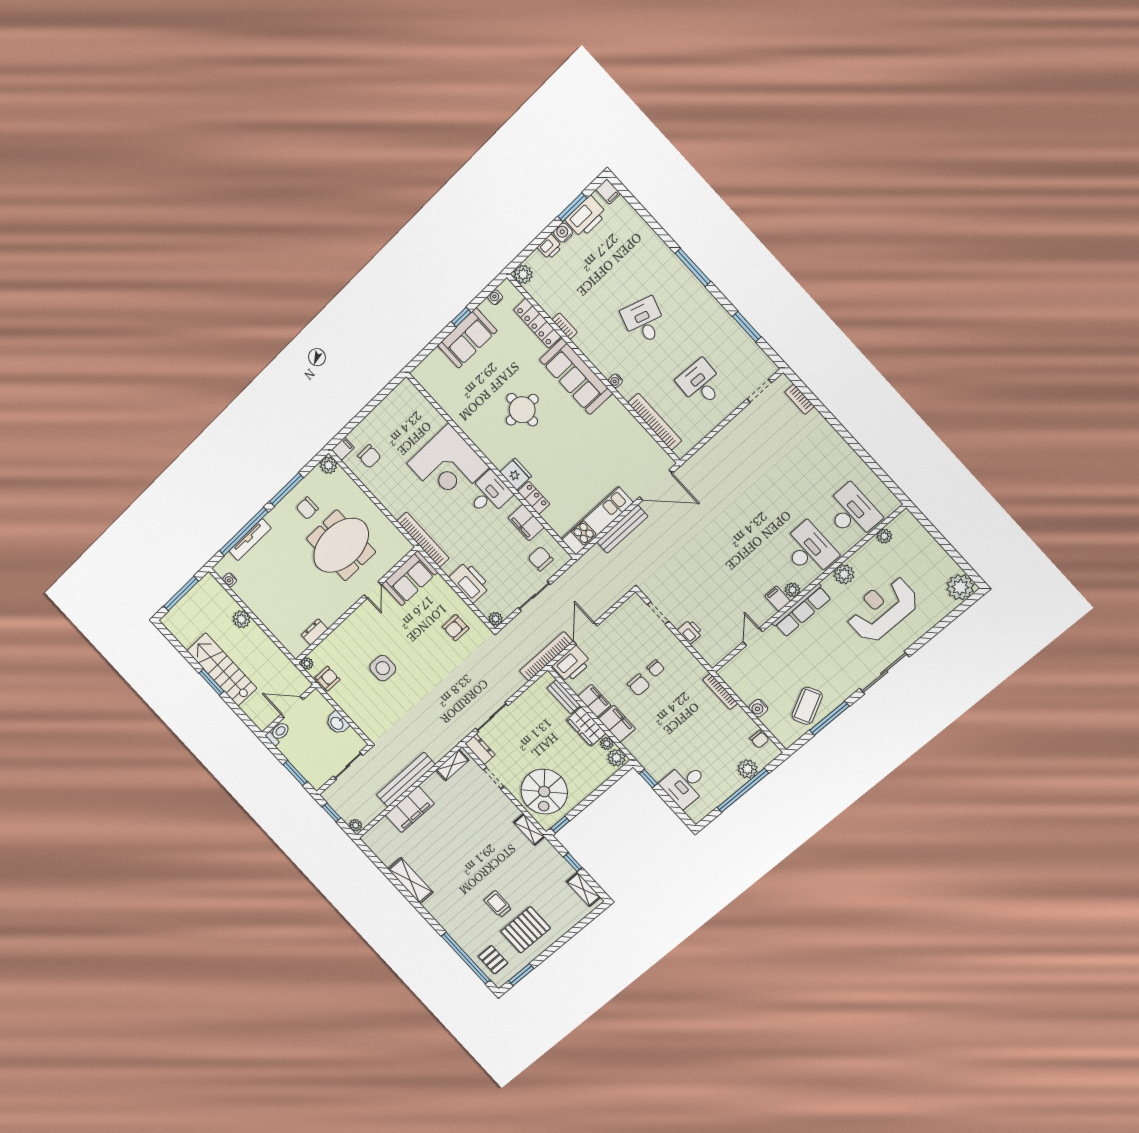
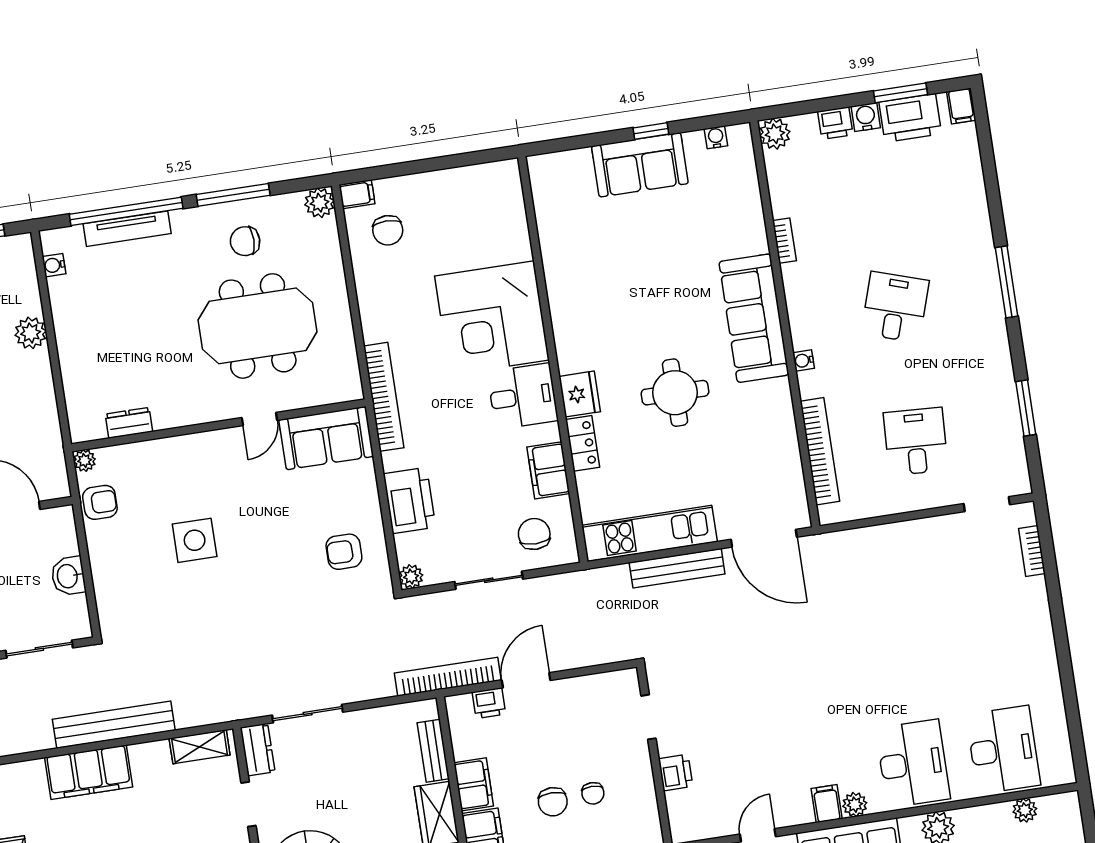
locker: (537, 323) -> (750, 211), removed
round table: (522, 410) -> (675, 393), moved
printer: (572, 664) -> (489, 703), width x0.53, depth x0.68

